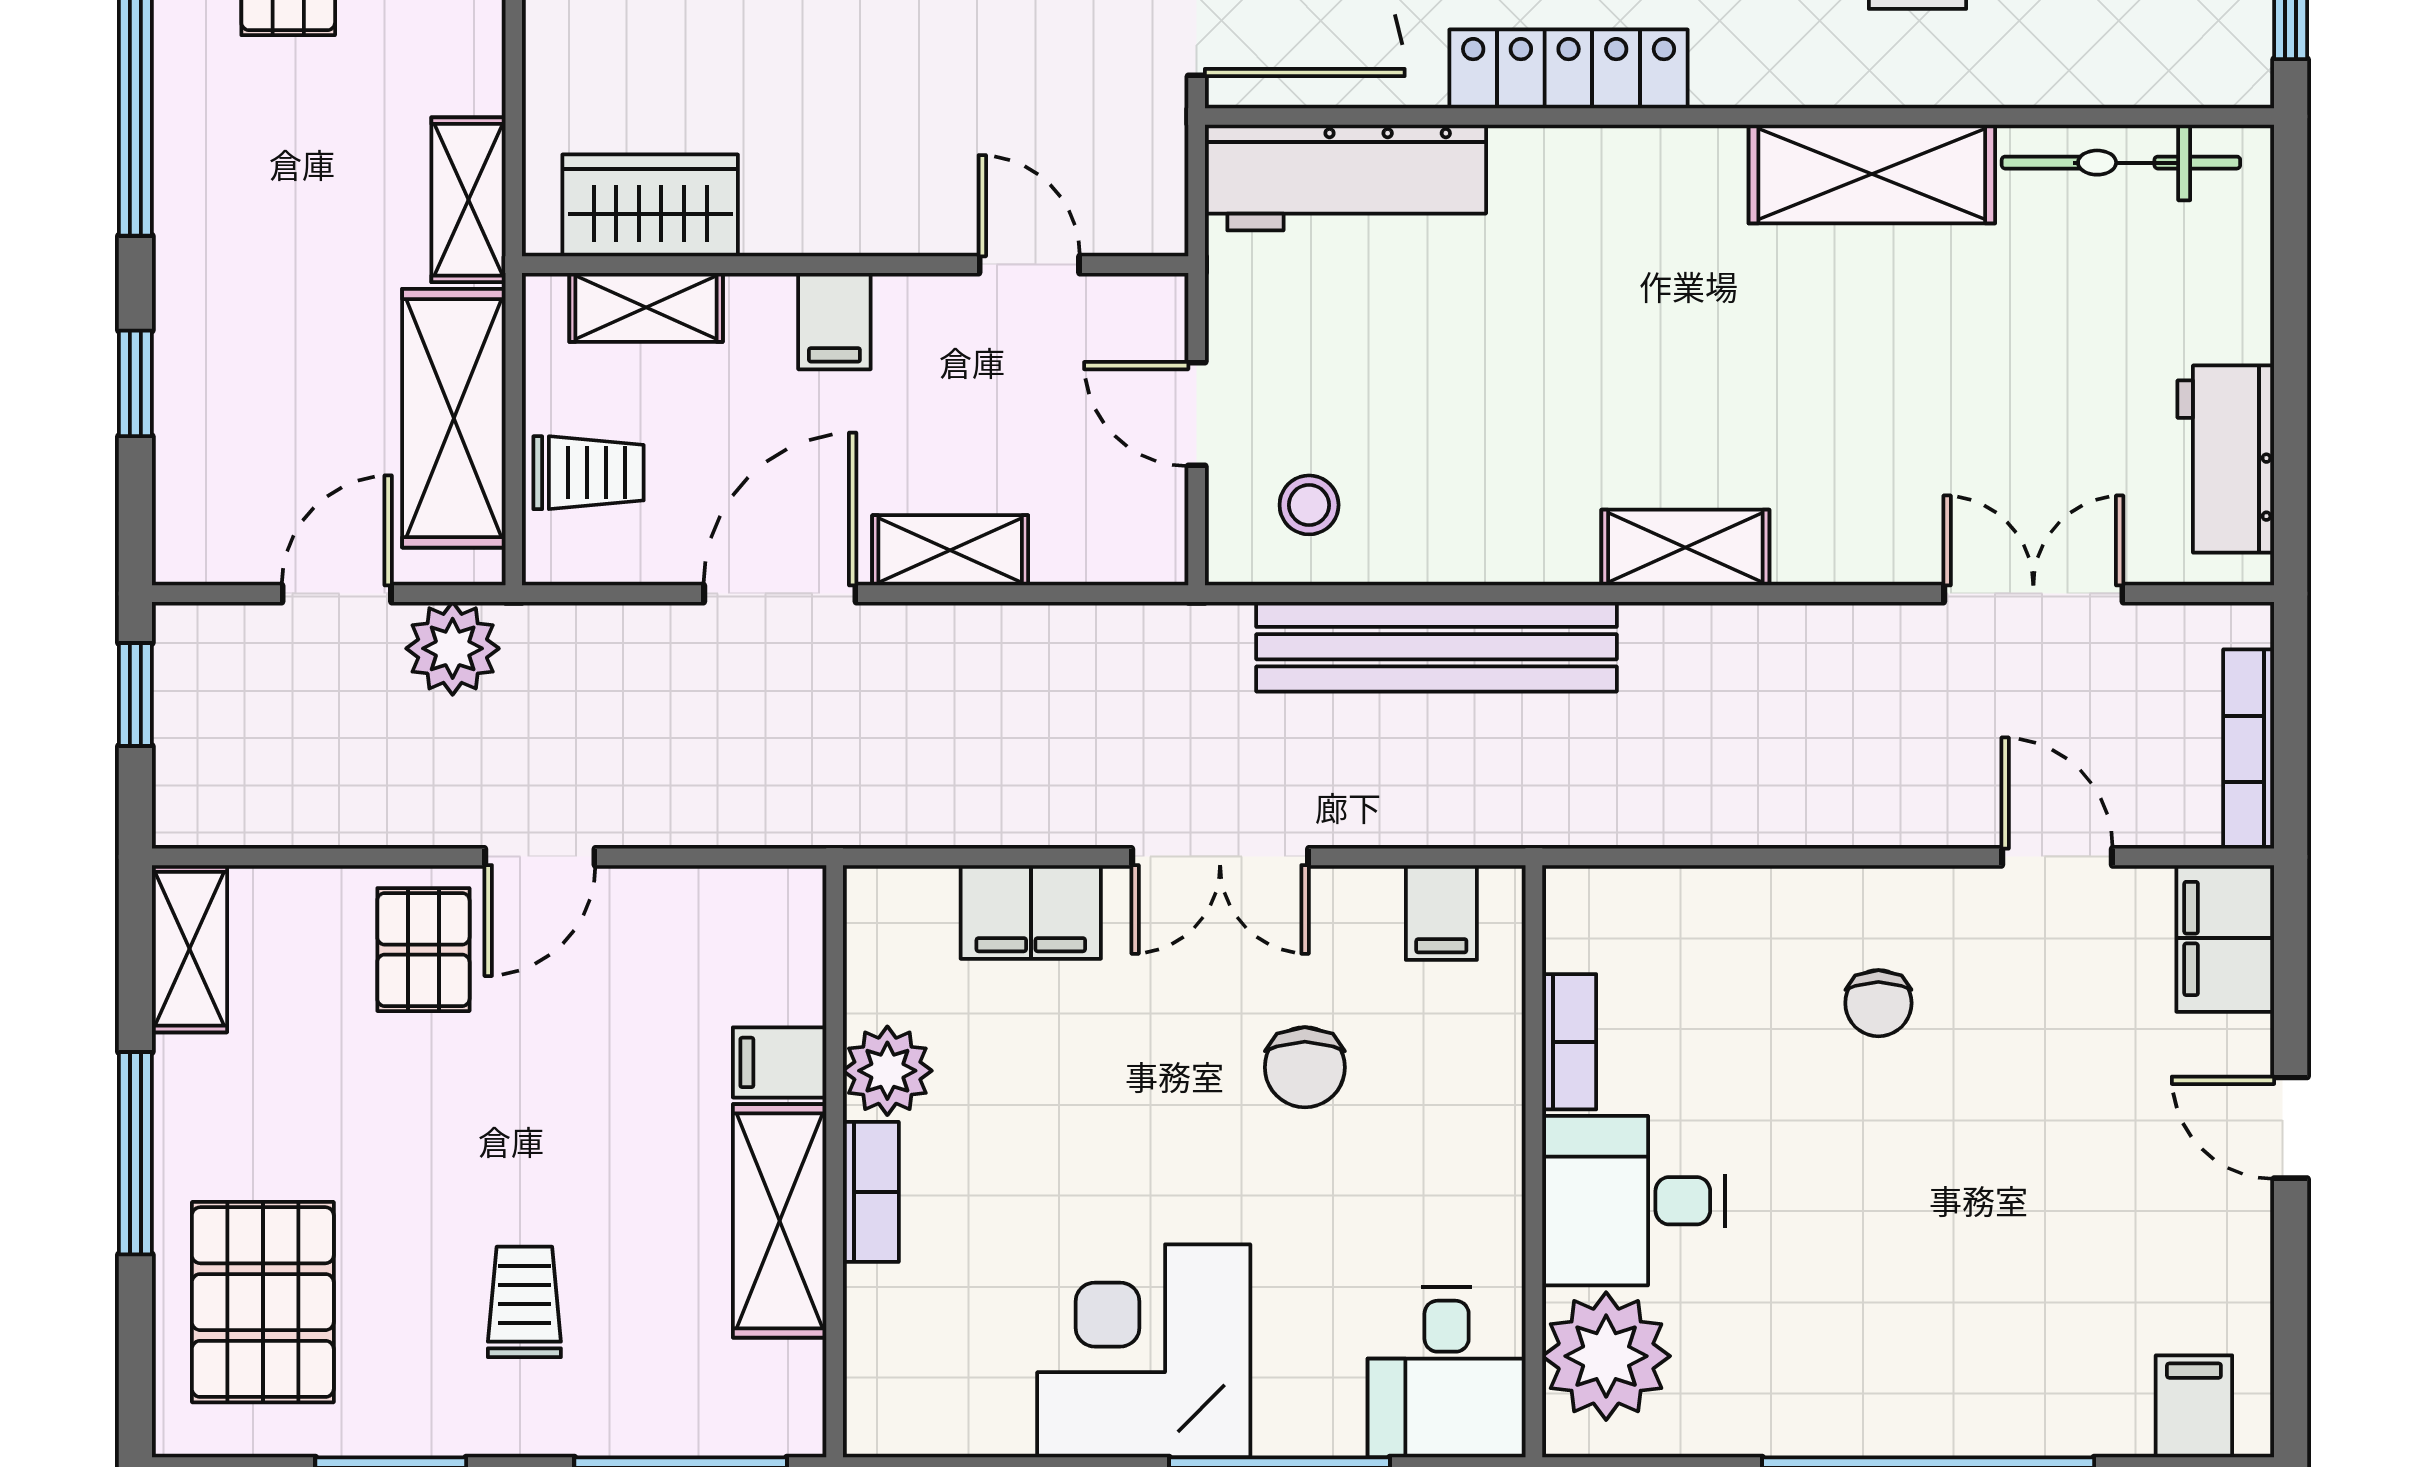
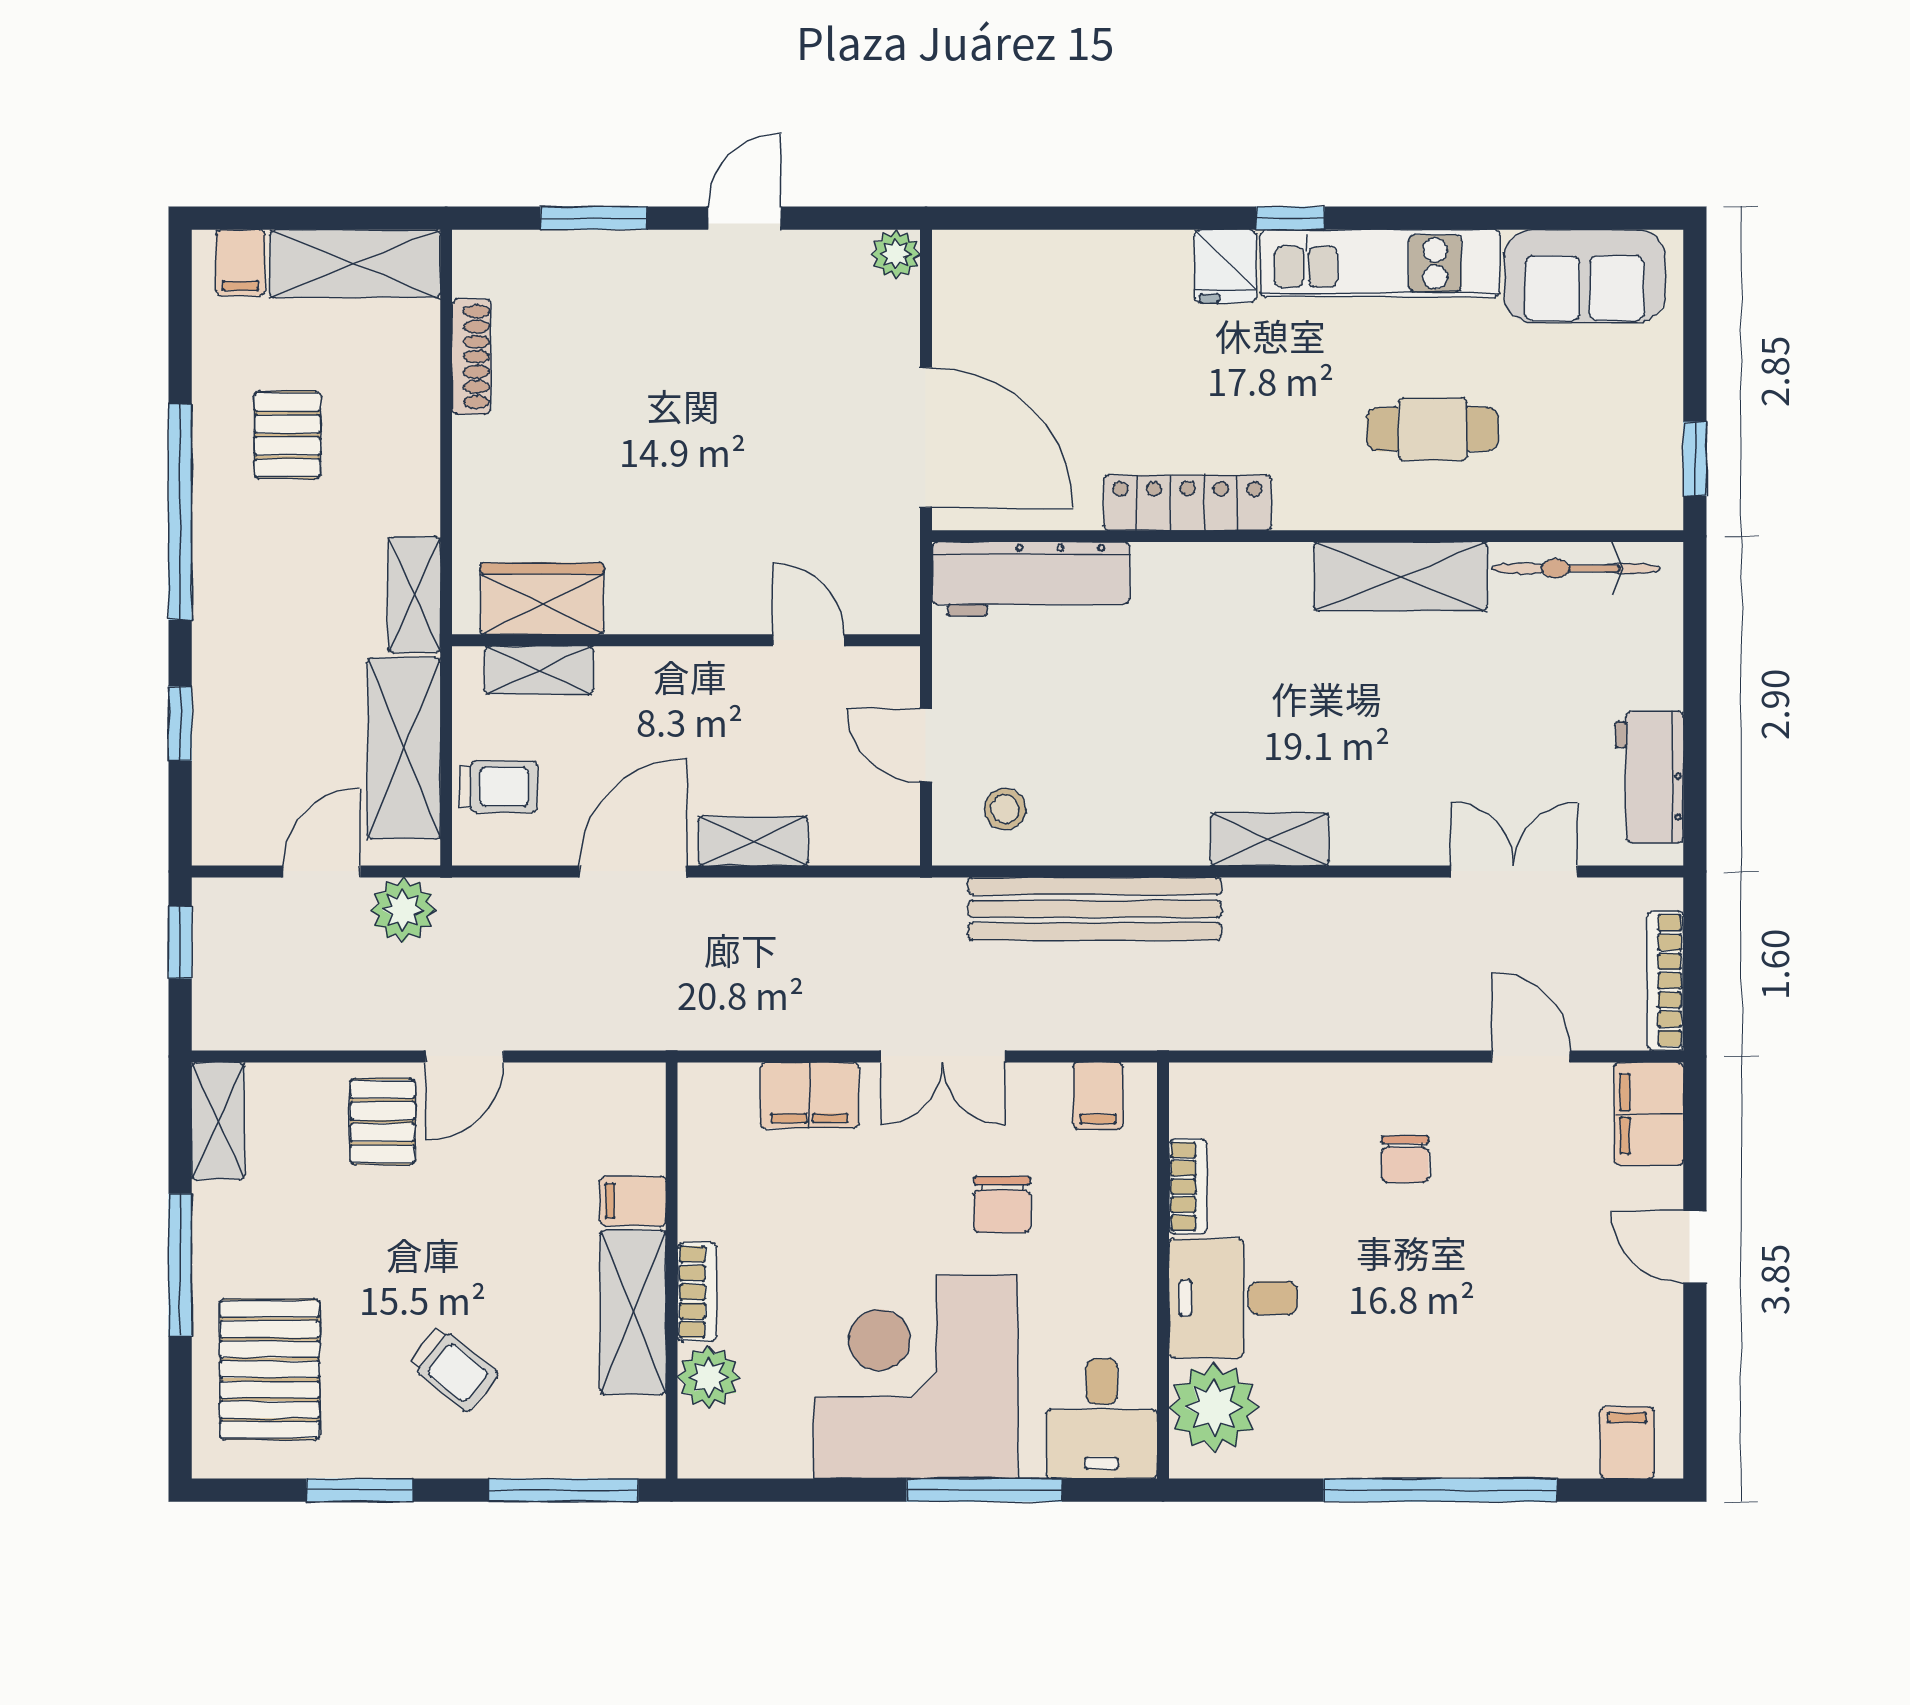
filing cabinet: (834, 321) -> (671, 680), removed
plant: (887, 1071) -> (709, 1377), moved
trolley: (524, 1302) -> (454, 1369), turned 129
corner desk: (1144, 1351) -> (916, 1377), width x1.36, depth x1.36

